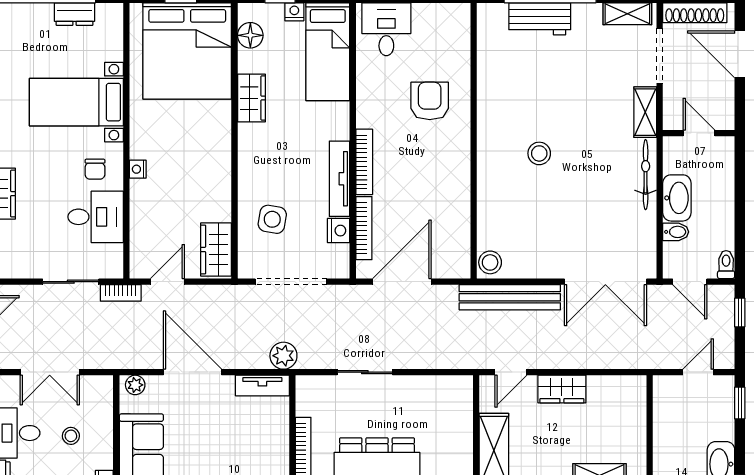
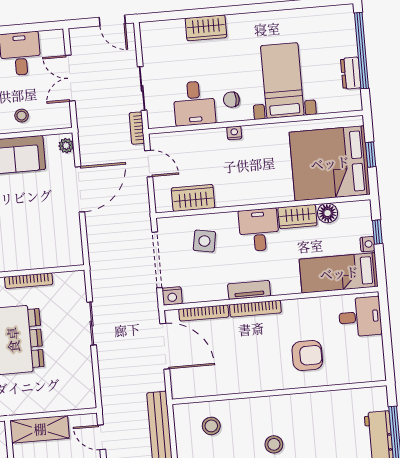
floor lamp: (250, 35) -> (328, 213), moved
desk: (264, 149) -> (259, 230), added
tv unit: (340, 179) -> (249, 290), width x0.71
nightstand: (339, 231) -> (172, 296), moved
wardrobe: (216, 249) -> (193, 198), moved
stool: (490, 262) -> (211, 426), moved
plant: (283, 356) -> (99, 259), removed
tv unit: (262, 386) -> (74, 245), removed
stool: (71, 436) -> (22, 116), moved

